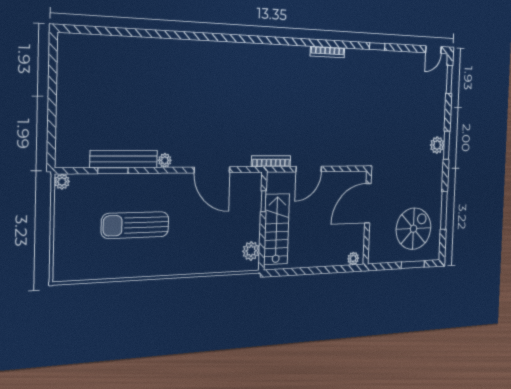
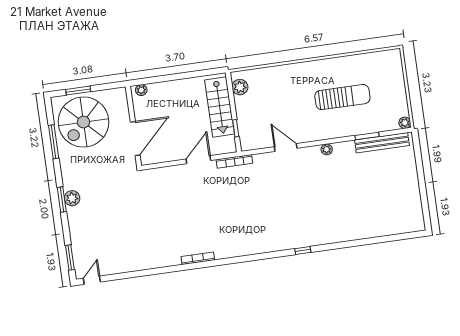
window: (377, 46) -> (303, 250), moved
bench: (124, 159) -> (382, 143), moved
door: (212, 170) -> (286, 147), width x0.73
spiral stairs: (414, 229) -> (83, 122), width x1.37, depth x1.37

